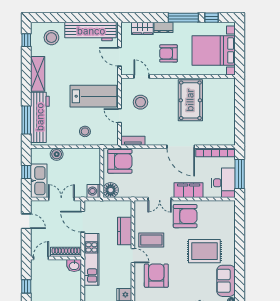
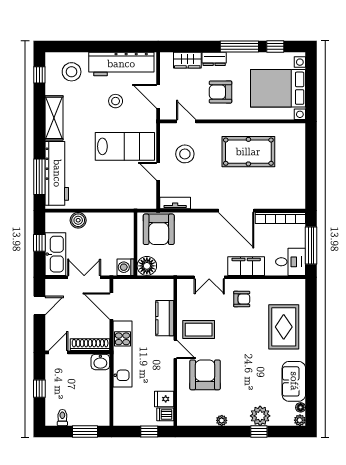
pool table: (190, 100) -> (248, 152), turned 90
stool: (85, 131) -> (116, 101), moved
armchair: (120, 161) -> (159, 229), turned 90
desk: (223, 183) -> (291, 262), width x0.73
armchair: (185, 216) -> (242, 299), width x0.53, depth x0.53
door: (26, 221) -> (39, 306), hinge flipped
rug: (204, 251) -> (284, 327), moved, turned 90

